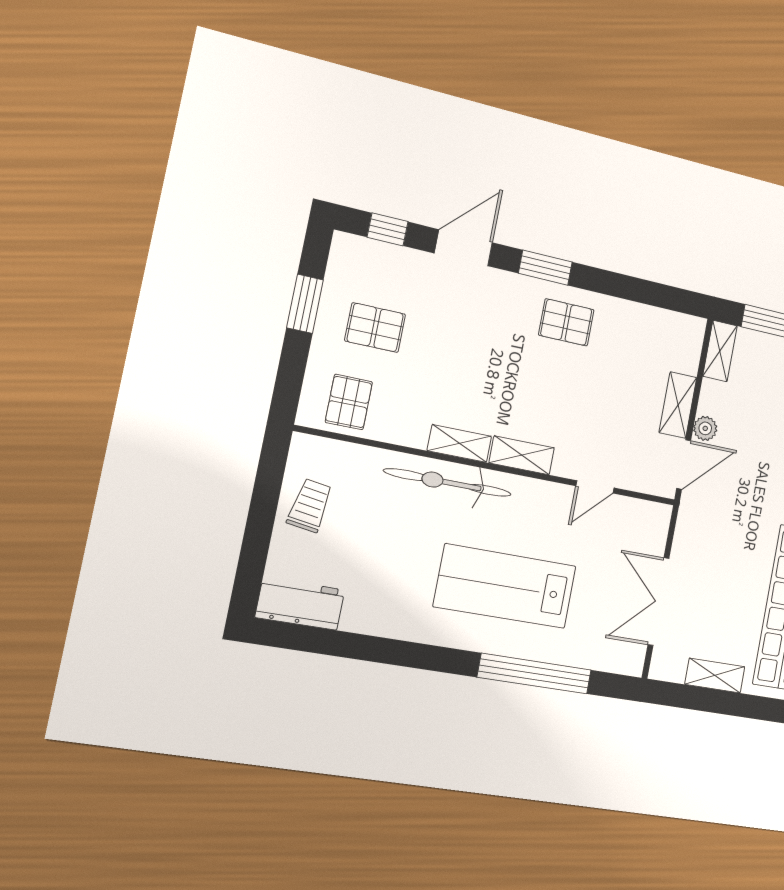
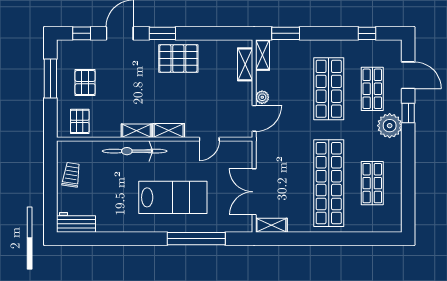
window: (305, 304) -> (50, 79), width x1.44
pallet: (566, 322) -> (178, 59), width x1.50, depth x1.42
pallet: (375, 328) -> (85, 83), turned 90
shelving: (678, 405) -> (245, 64), moved
lab bench: (505, 586) -> (173, 197), turned 180
shelving: (715, 676) -> (271, 225), moved

